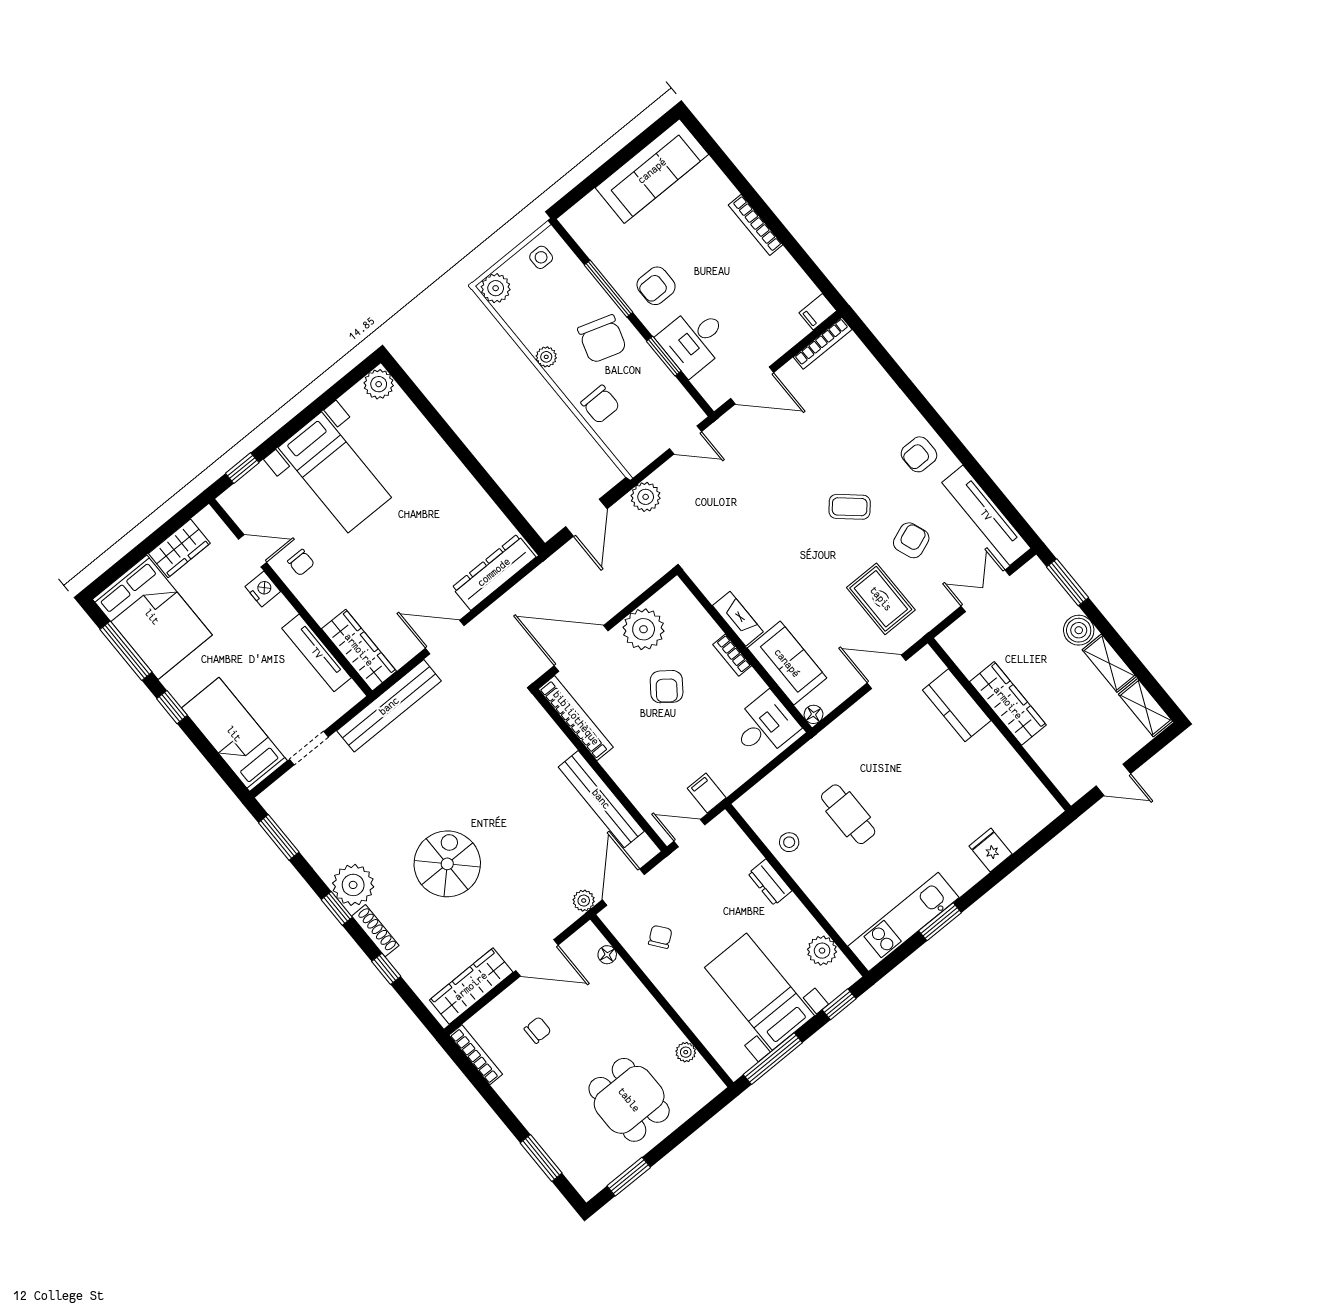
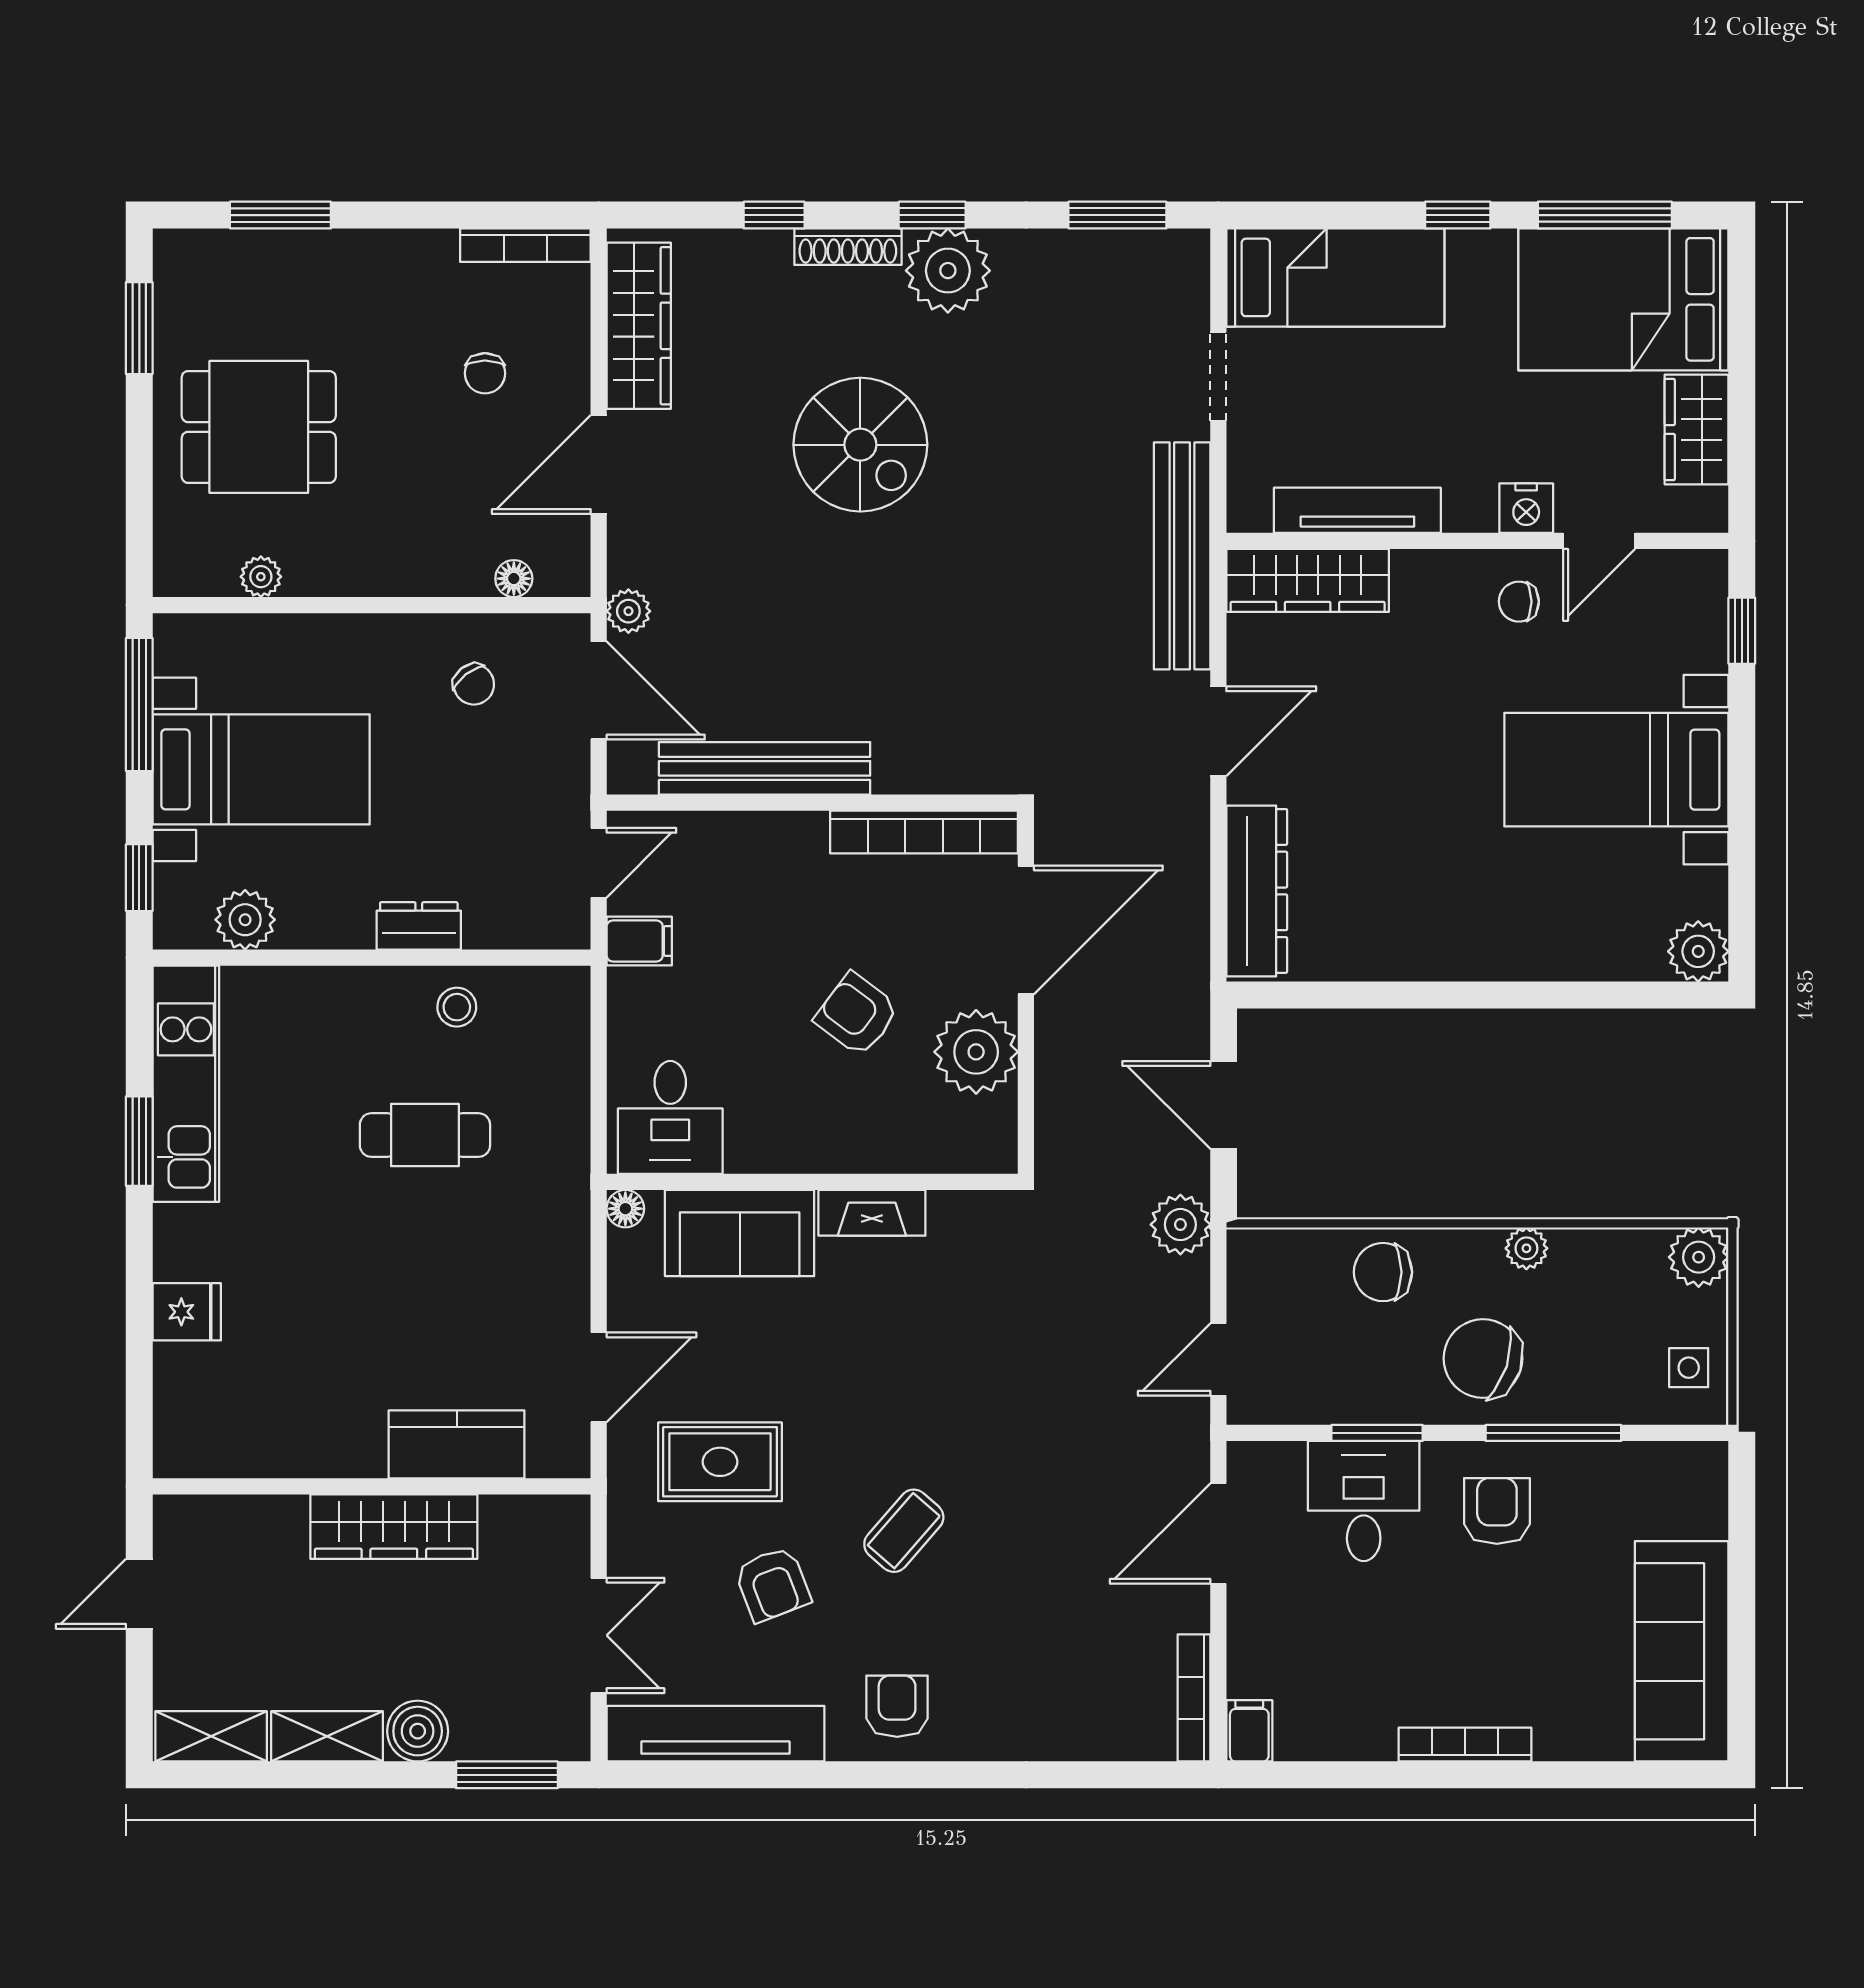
bookcase: (732, 655) -> (822, 1157), removed

